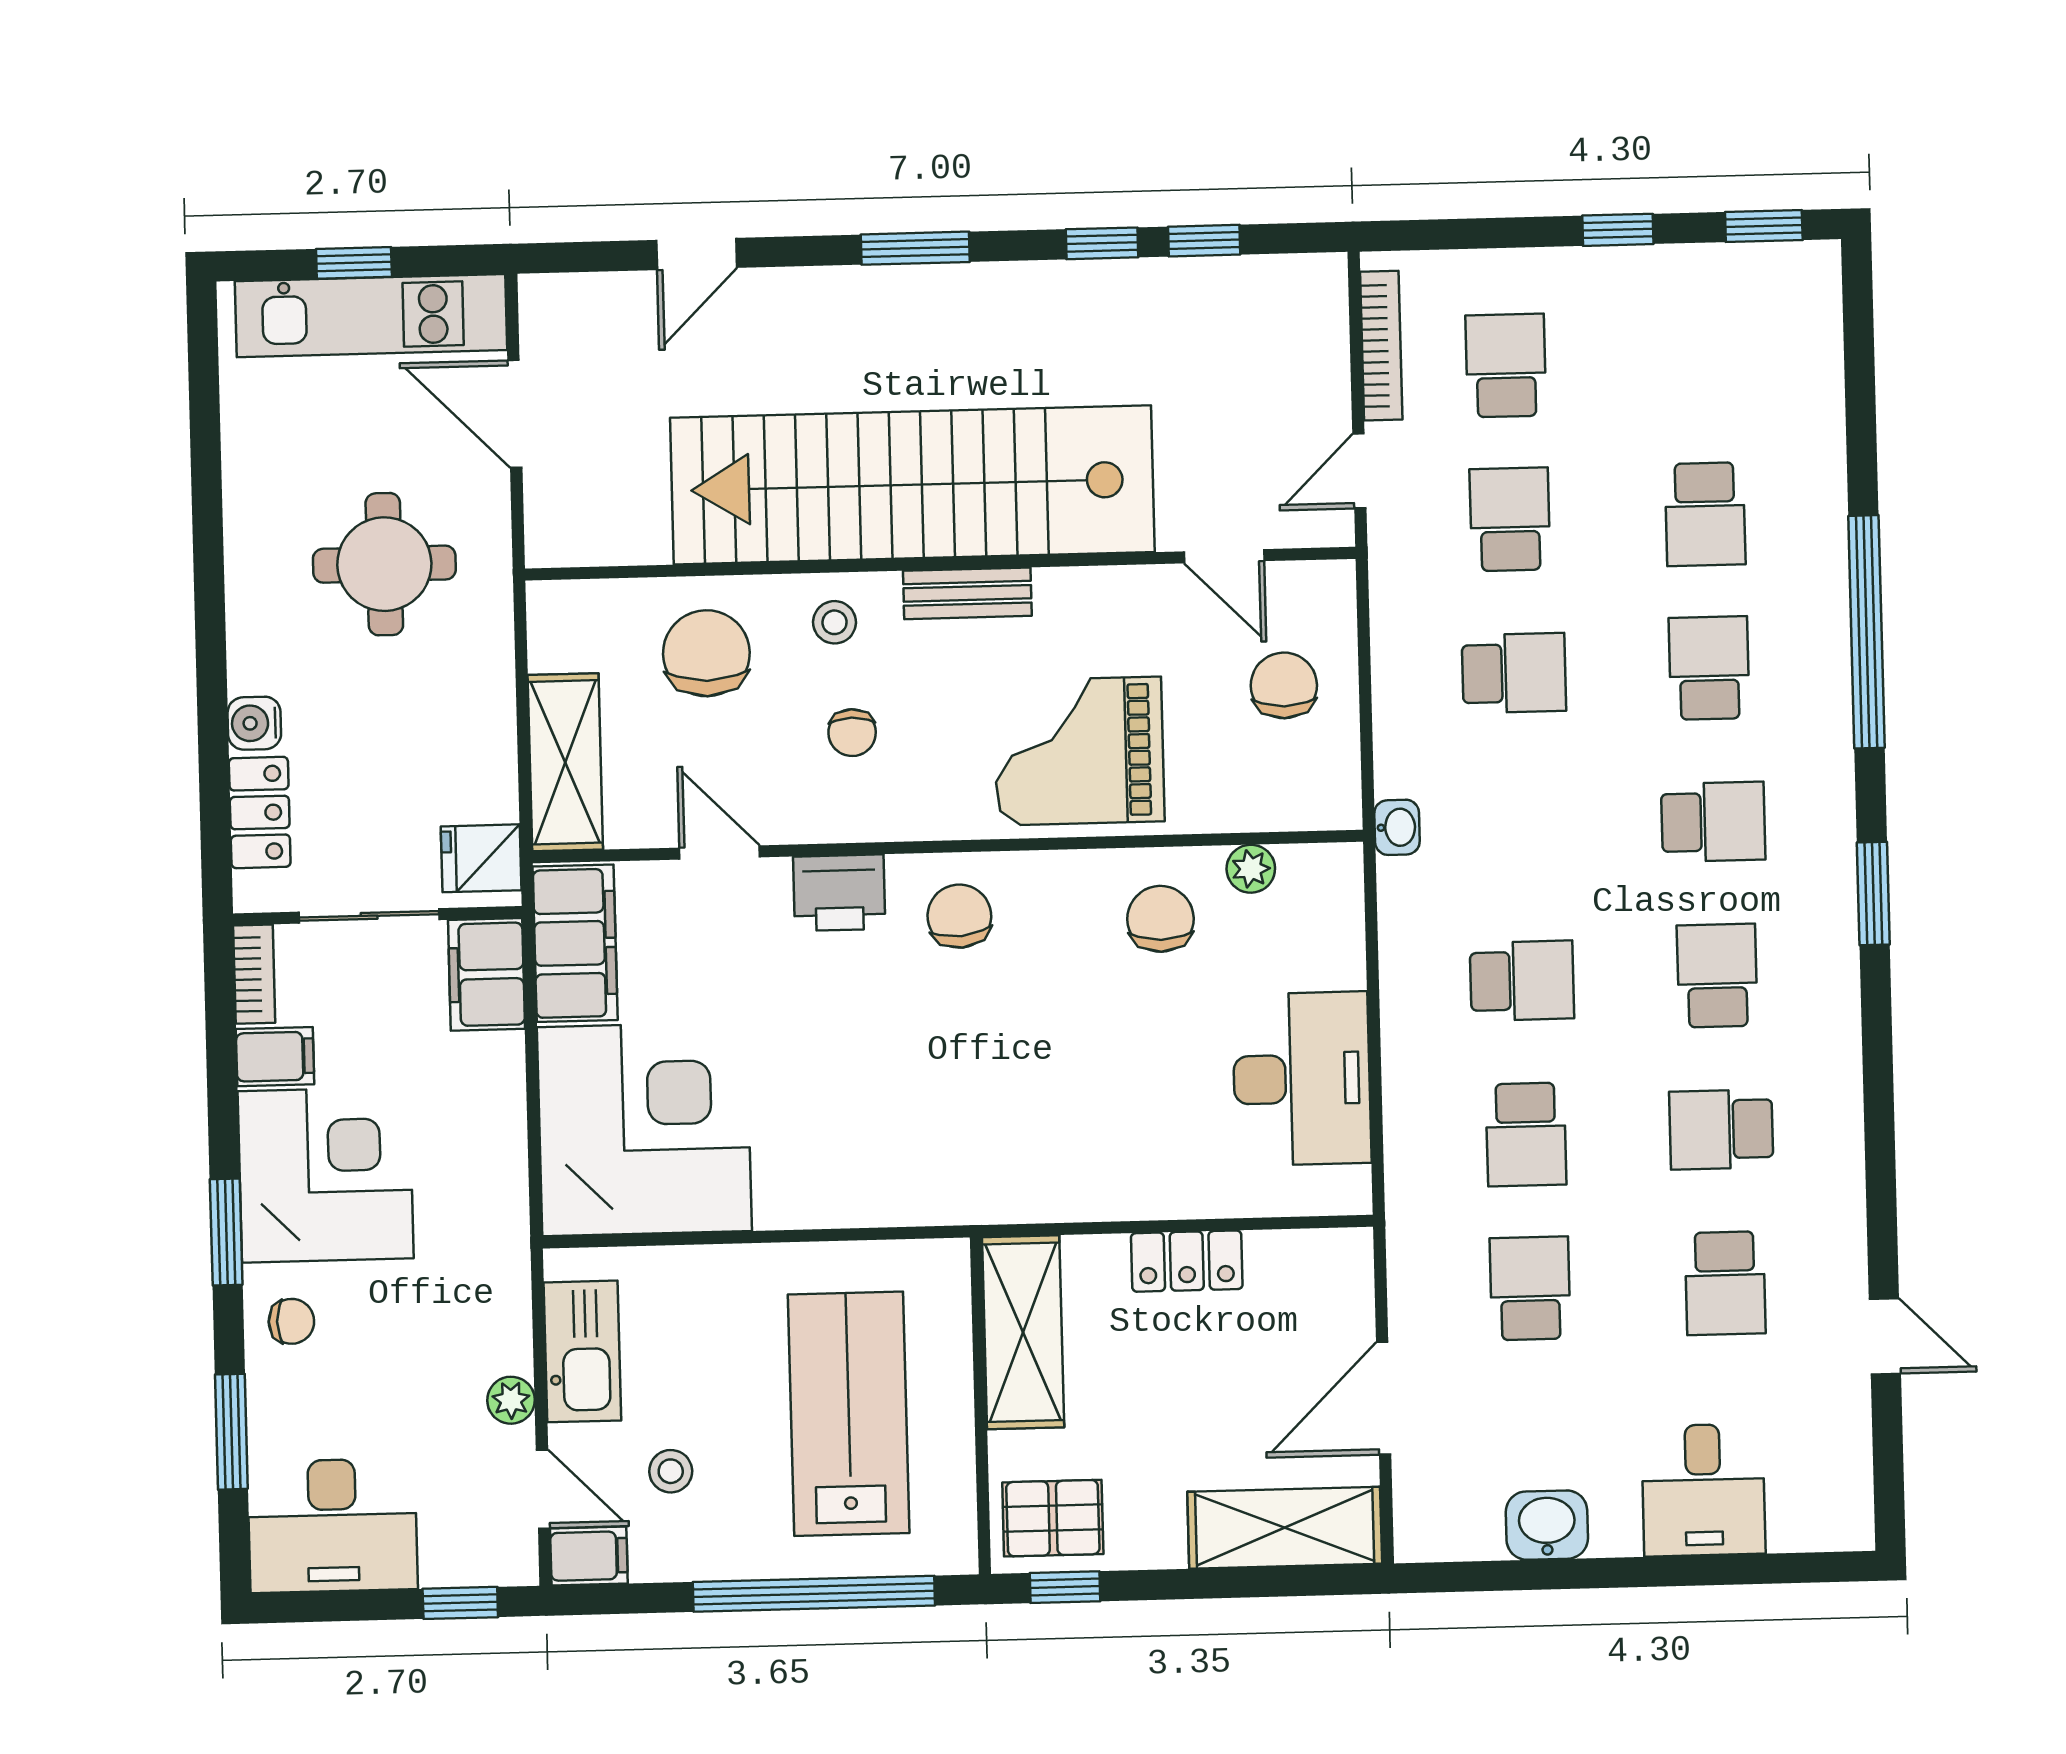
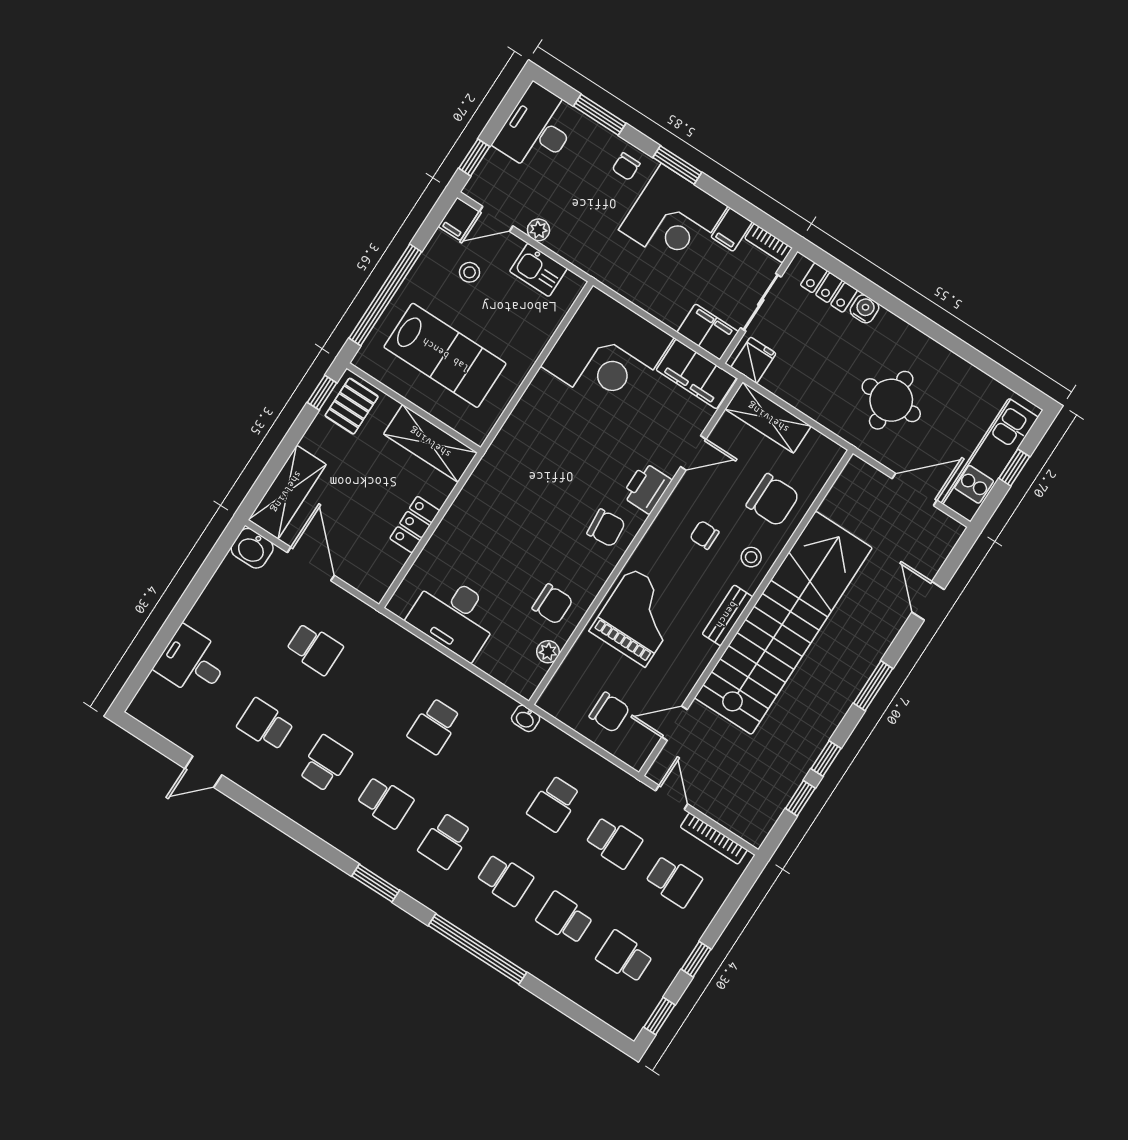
school desk: (1526, 1134) -> (624, 957), moved
kitchen sink: (582, 1351) -> (538, 270), width x0.73
washbasin: (1547, 1525) -> (252, 548), moved, turned 90

